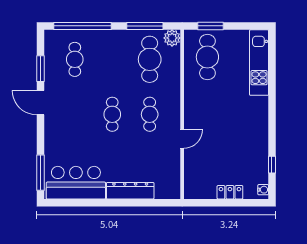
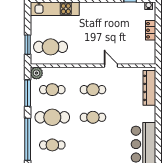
cafe table: (112, 59) -> (52, 117), added
cafe table: (150, 59) -> (52, 90), width x0.73, depth x0.74
dresser: (130, 191) -> (149, 88), moved

